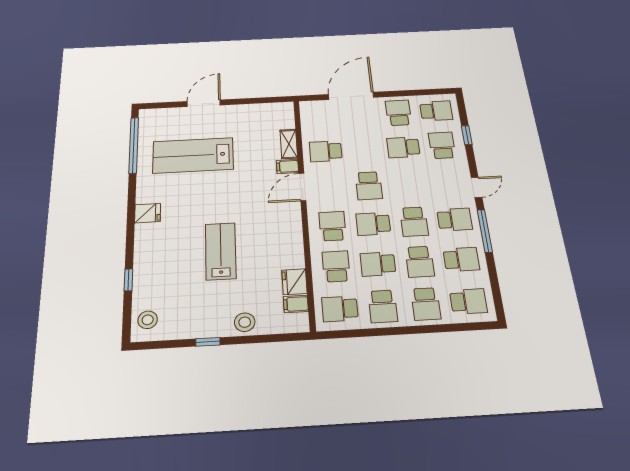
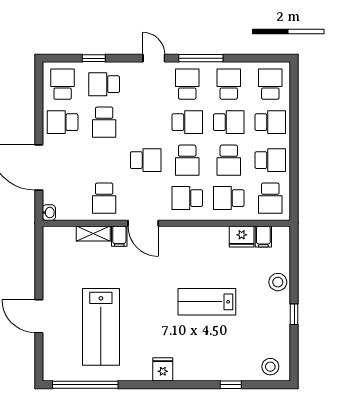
washbasin: (307, 106) -> (49, 213), added

